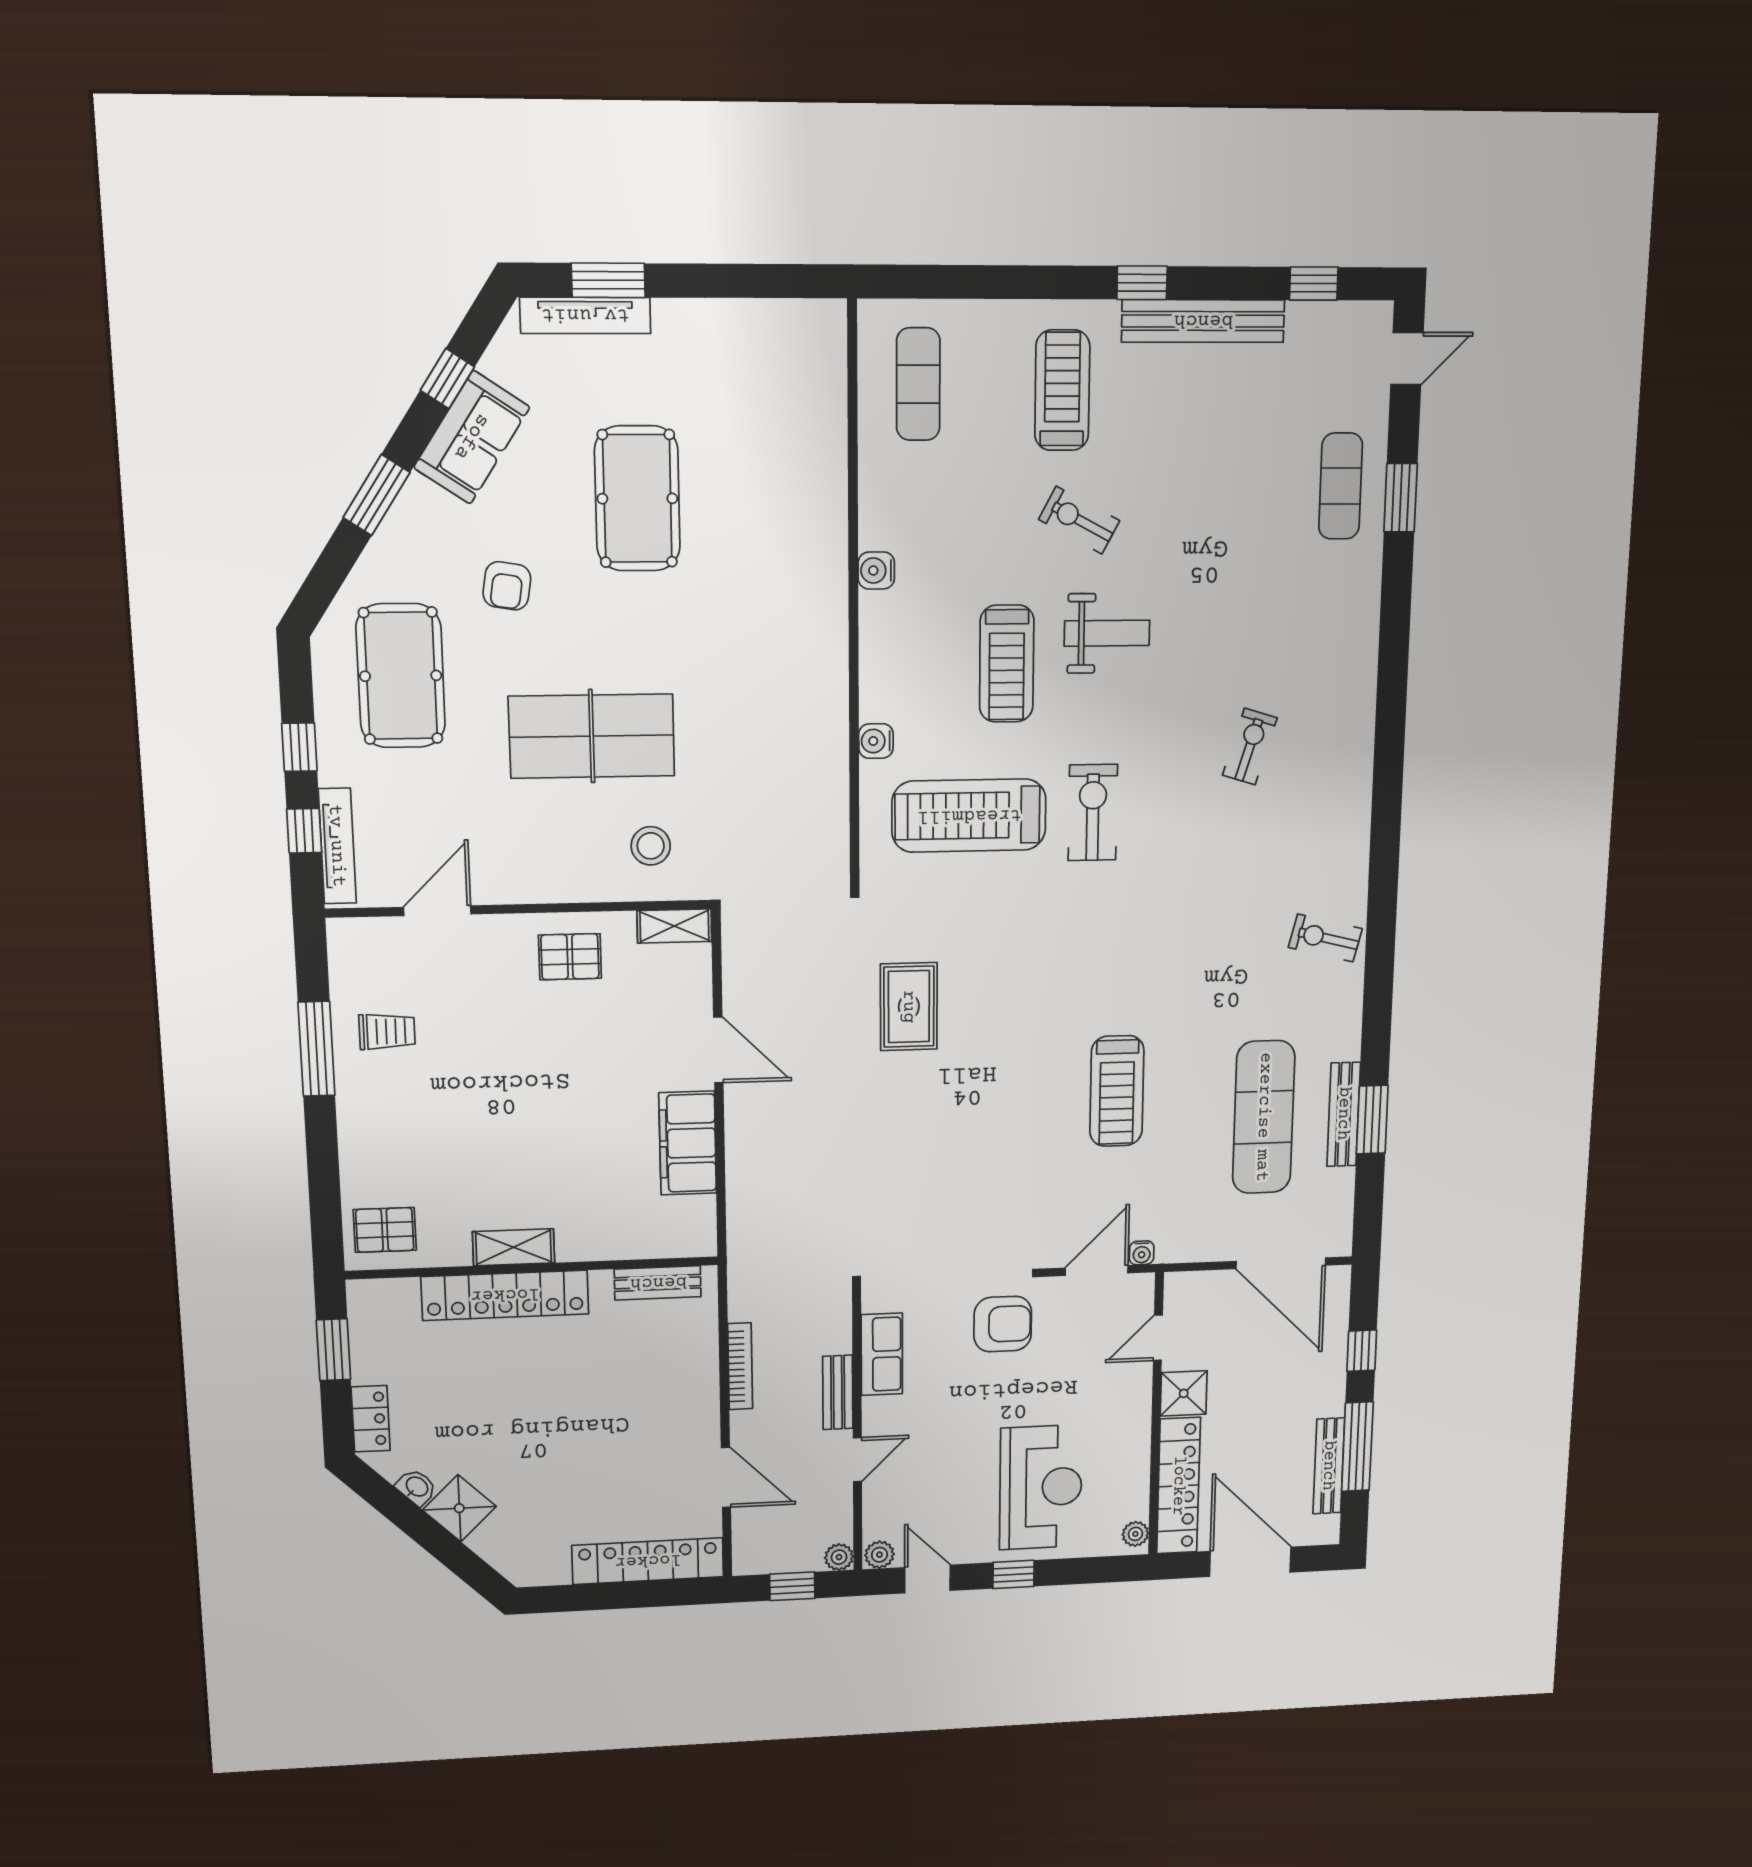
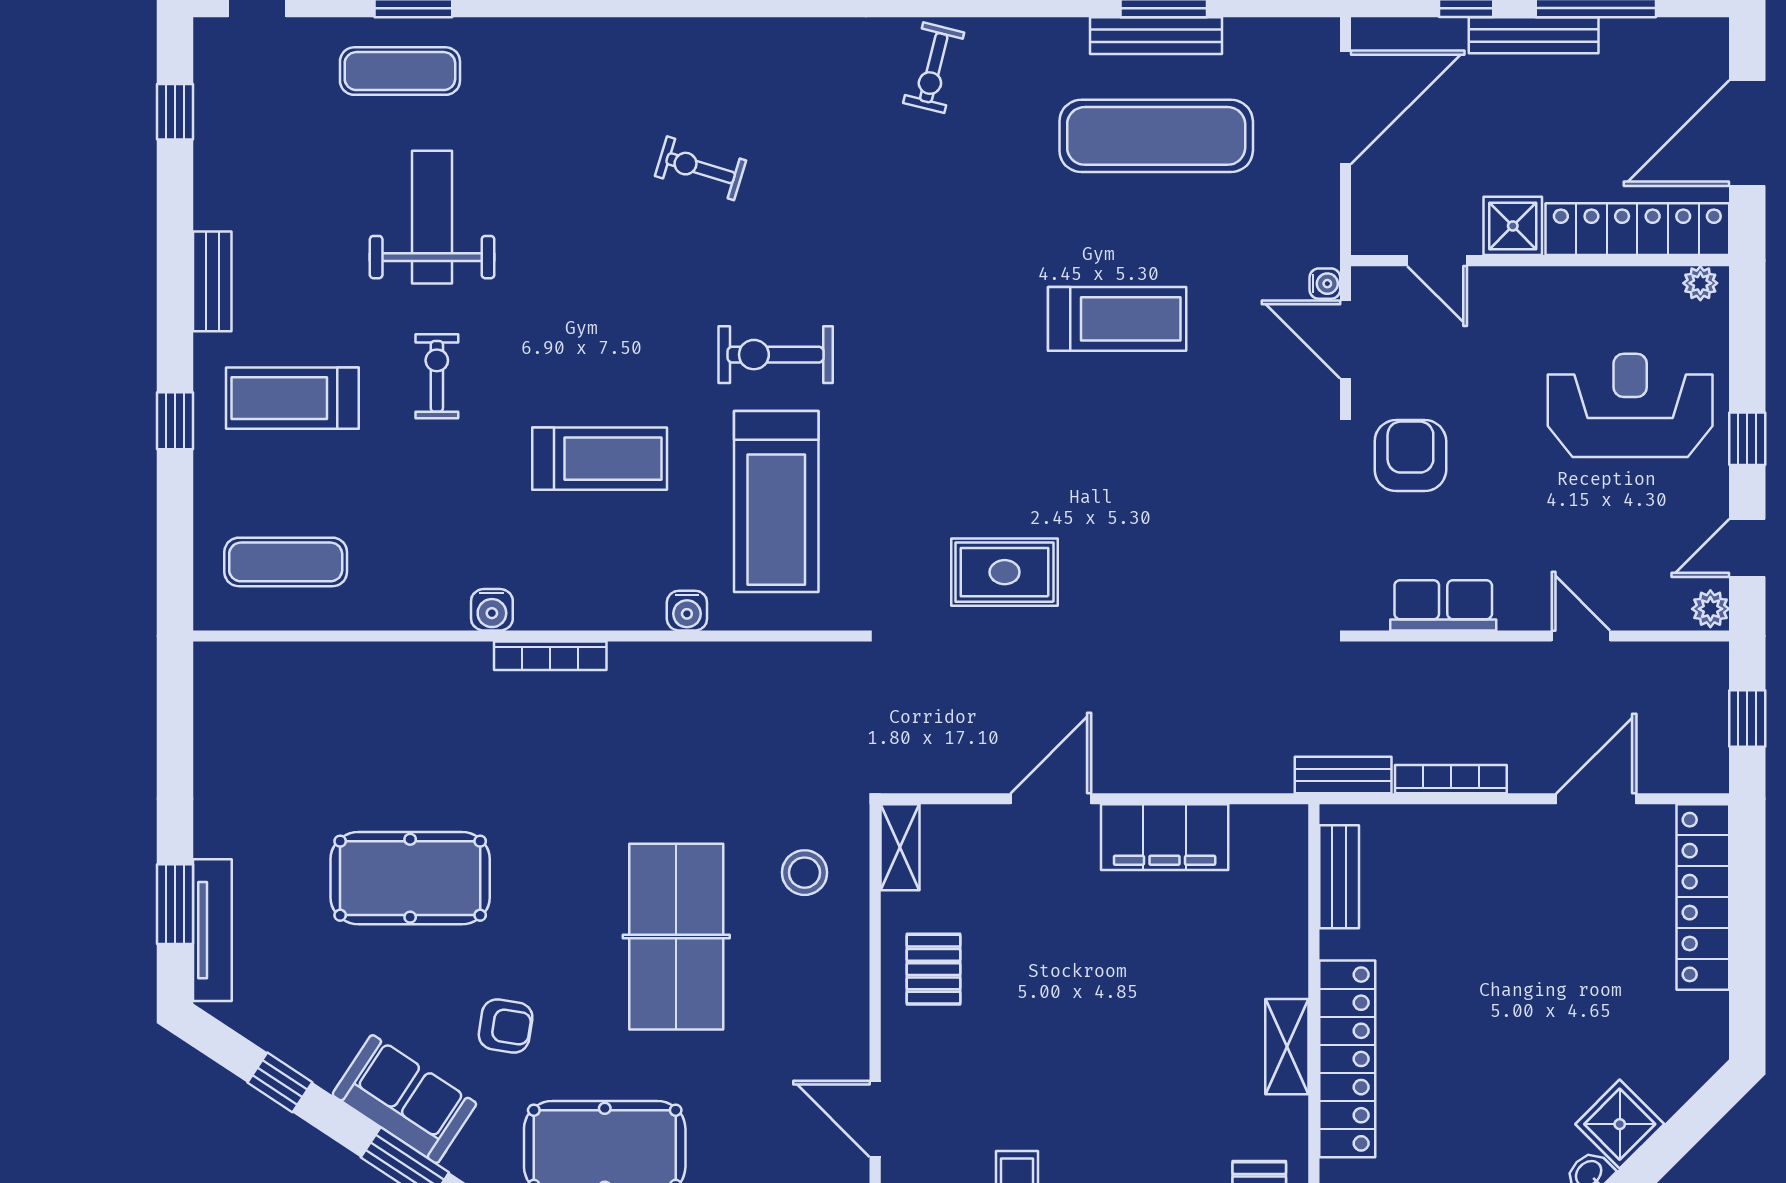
window: (1142, 283) -> (175, 421), moved
bench: (1203, 321) -> (212, 281), width x0.54, depth x0.82
sofa: (472, 437) -> (404, 1099), moved
exercise bike: (1079, 520) -> (437, 376), turned 152
bookcase: (836, 622) -> (550, 656), added
weight bench: (1107, 633) -> (432, 217), moved, width x1.36, depth x1.33
bench: (838, 1392) -> (1343, 775), moved
bench: (1329, 1466) -> (1534, 35), moved
plant: (839, 1557) -> (1711, 660), removed

